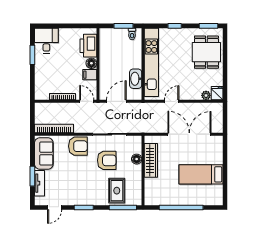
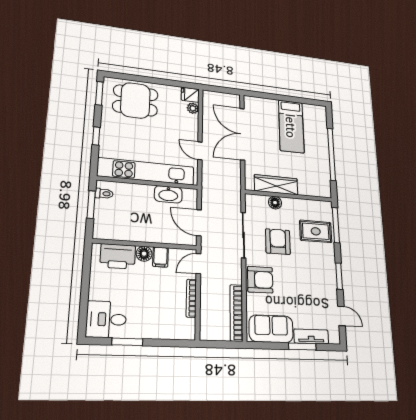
armchair: (78, 146) -> (260, 280), turned 90

